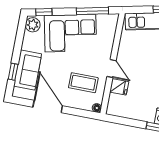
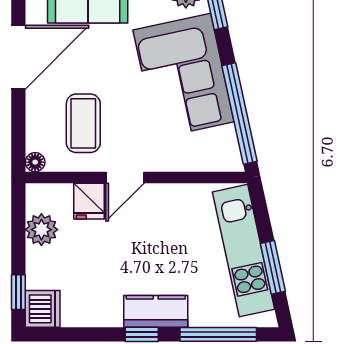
window: (92, 11) -> (240, 113), width x1.46
plant: (128, 111) -> (41, 230), added

